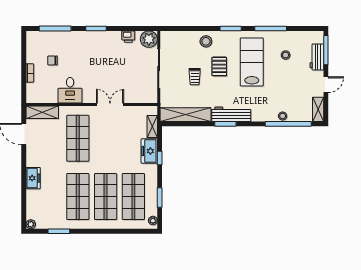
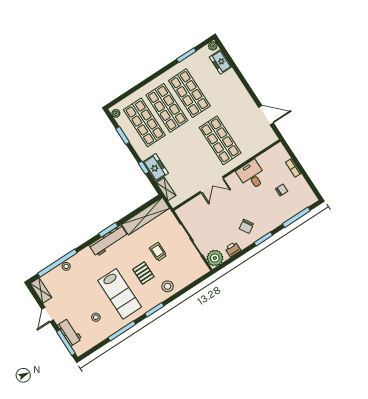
chair: (104, 49) -> (246, 226), added
shelving: (42, 112) -> (263, 143), removed
freezer: (33, 178) -> (221, 62), moved

